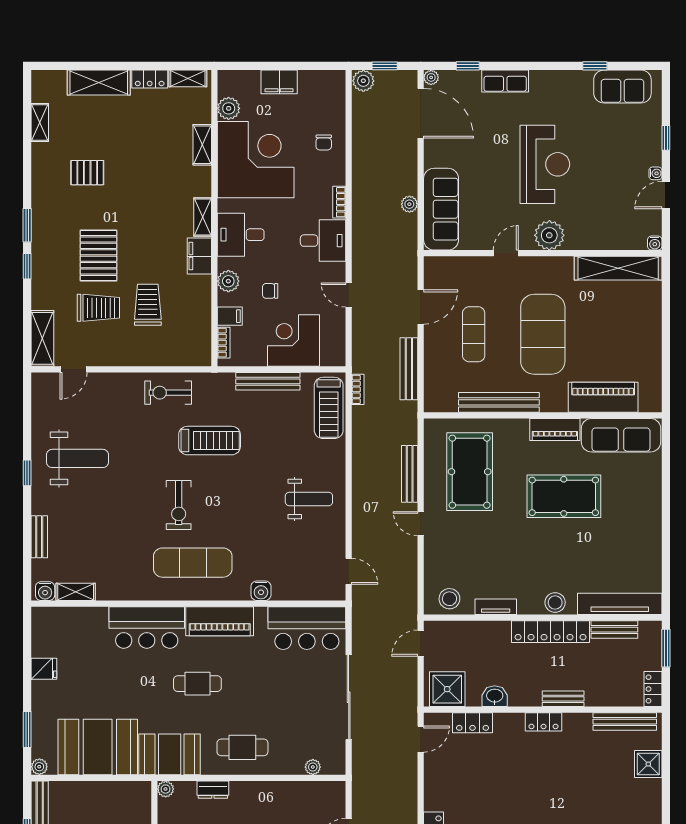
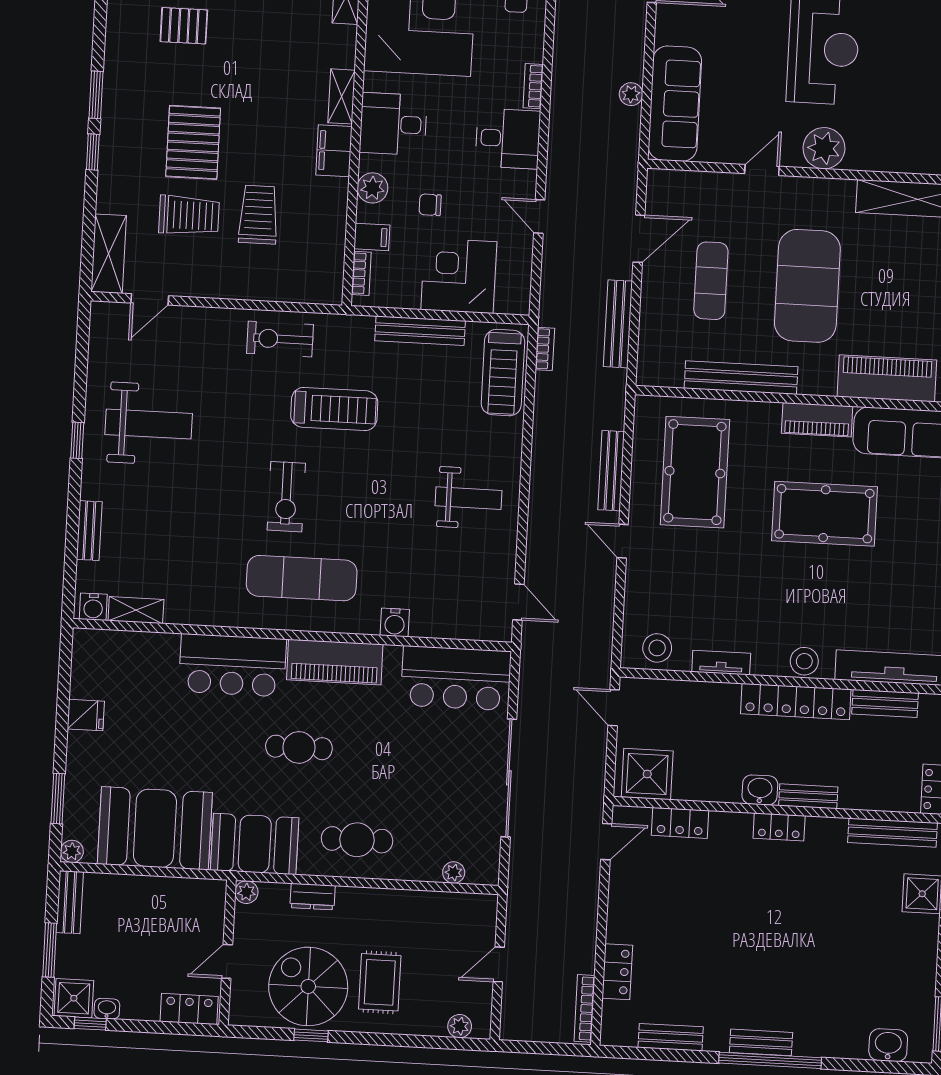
door: (421, 643) -> (614, 708), hinge flipped
washbasin: (495, 696) -> (760, 790), moved

